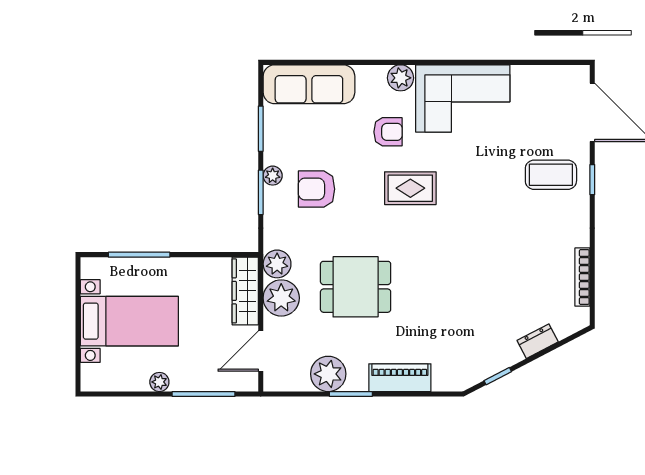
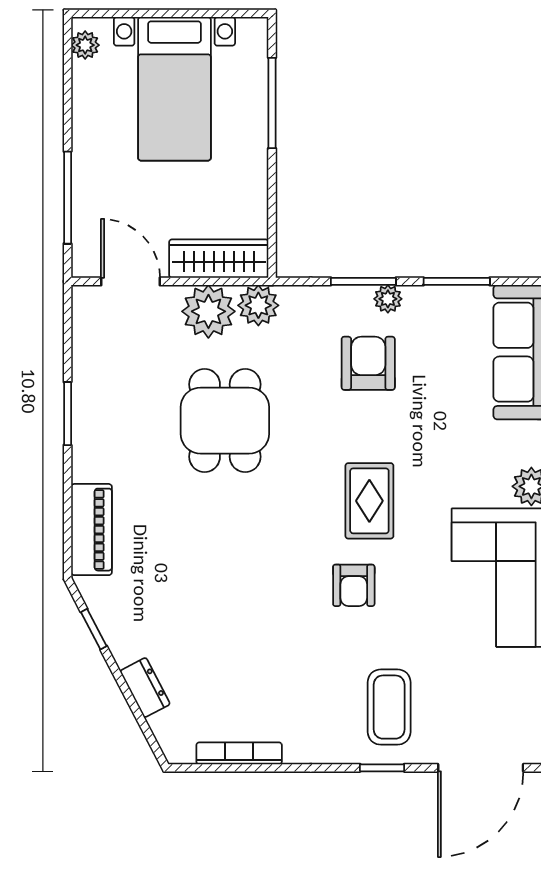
armchair: (388, 132) -> (354, 585), moved
plant: (328, 374) -> (97, 380), removed
piano: (400, 378) -> (91, 530), moved
plant: (159, 382) -> (85, 45), moved

